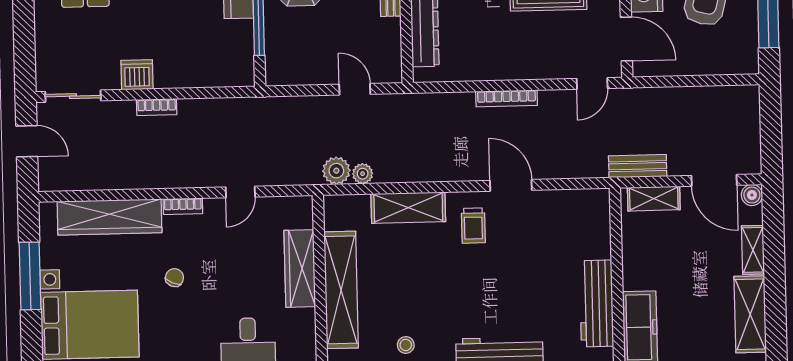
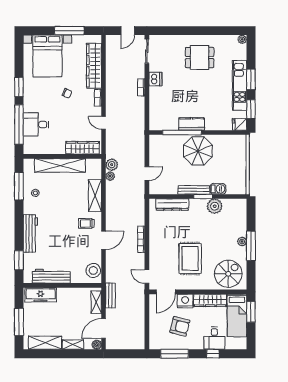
stool: (581, 207) -> (93, 271), added
wardrobe: (300, 269) -> (82, 148), moved

